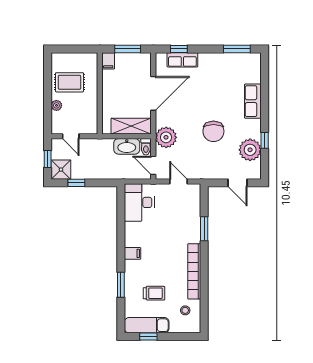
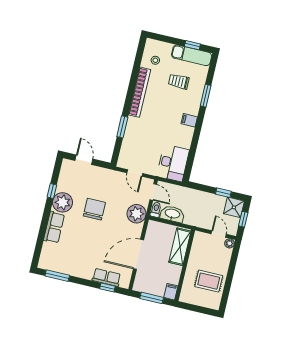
plant: (56, 105) -> (229, 243), moved
shelving: (131, 126) -> (180, 247), moved, turned 90
plant: (250, 150) -> (62, 202), moved

